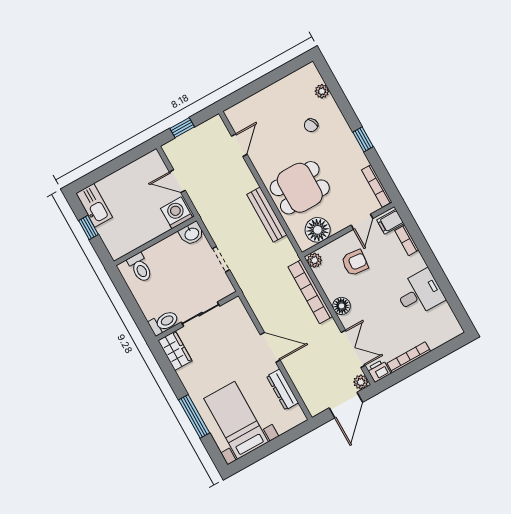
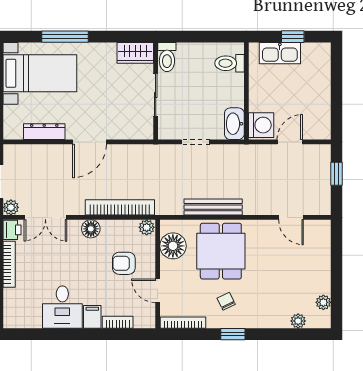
plant: (295, 79) -> (323, 302), added
chair: (311, 125) -> (226, 301), moved
kitchen sink: (94, 205) -> (280, 53), moved
filing cabinet: (390, 222) -> (92, 317), moved
washbasin: (192, 234) -> (234, 124), width x1.38
armchair: (355, 263) -> (124, 263), turned 84

